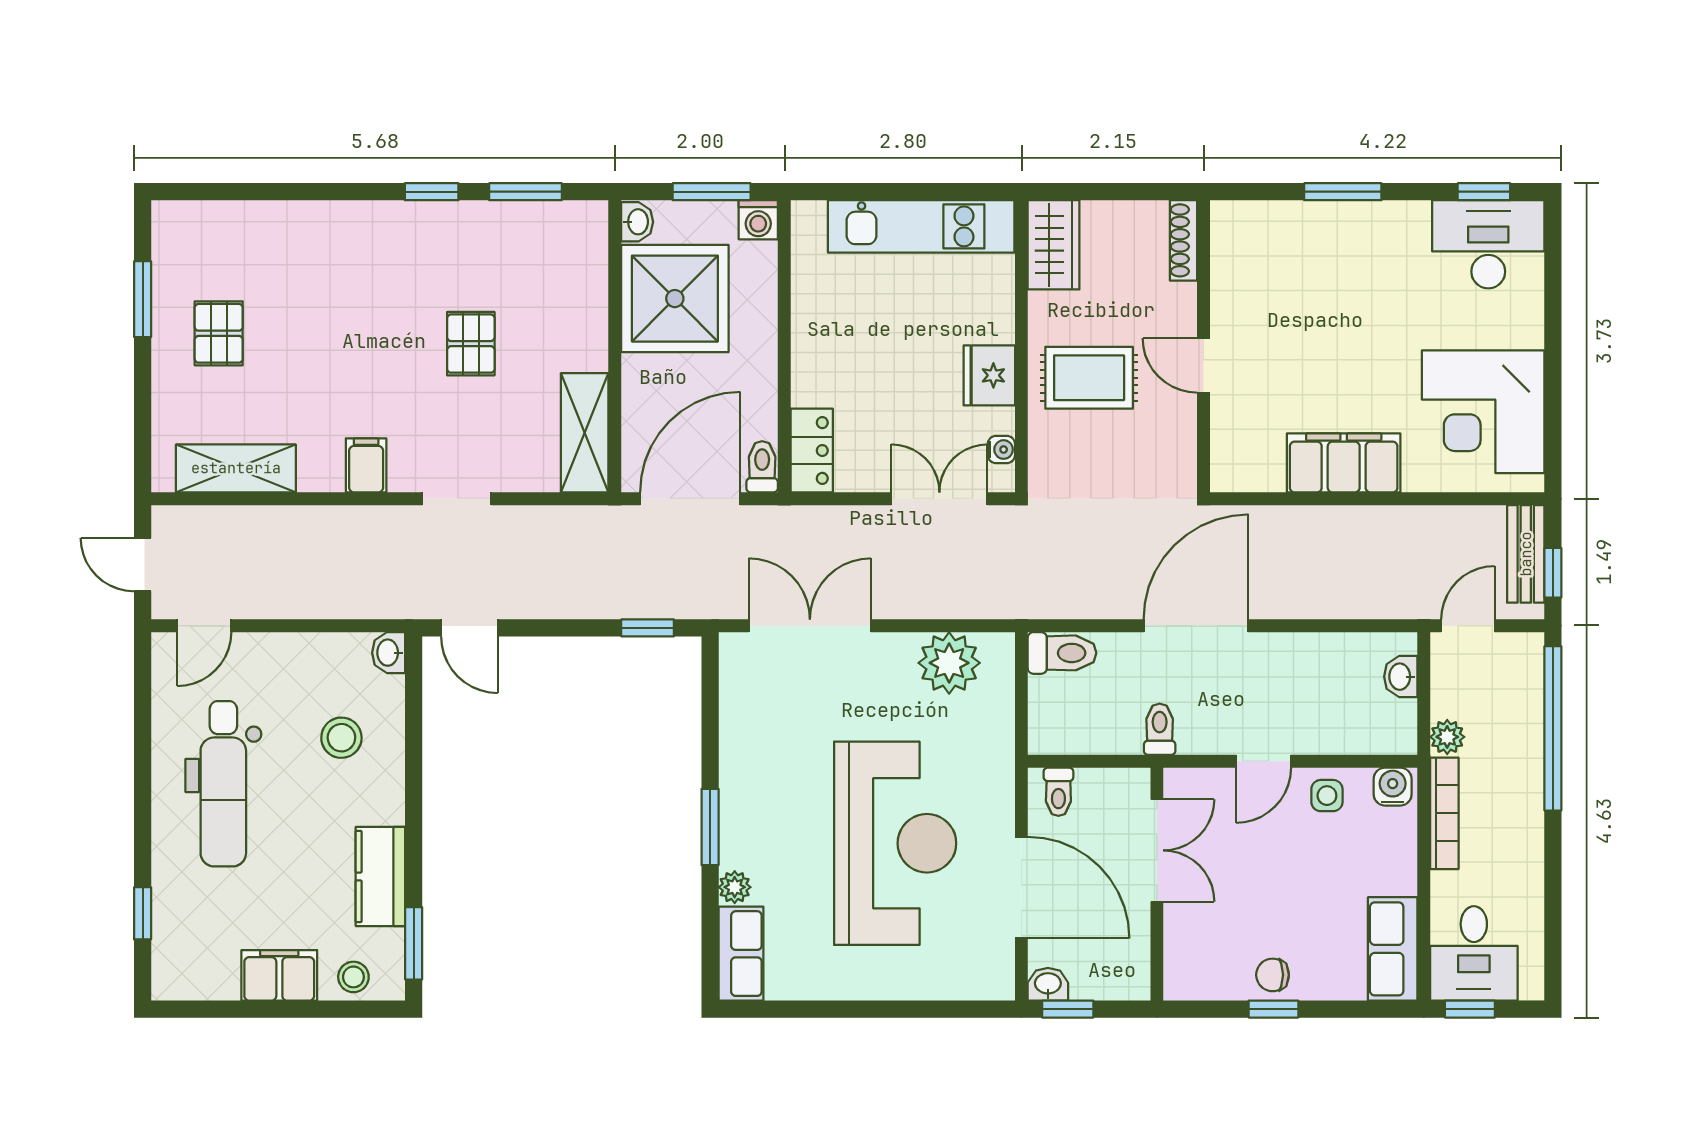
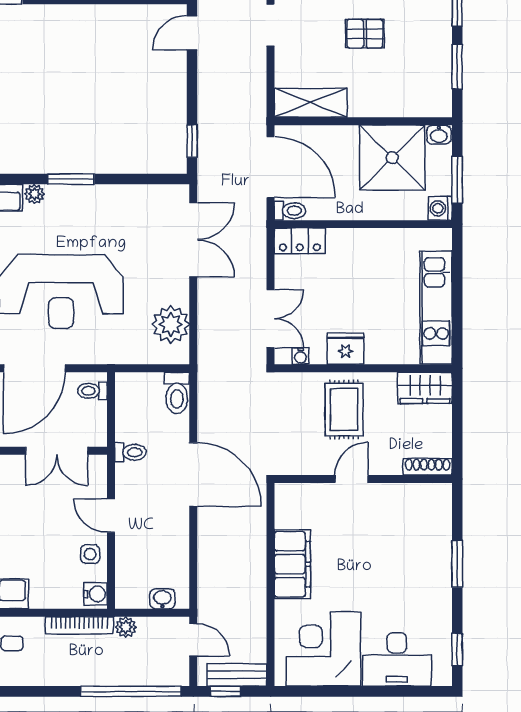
desk: (1488, 244) -> (397, 659), moved, turned 90

